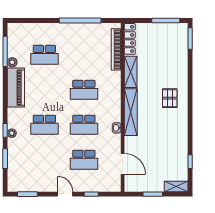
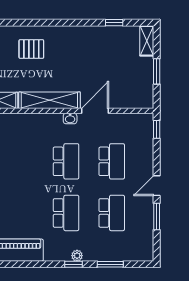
school desk: (84, 90) -> (112, 213), moved
door: (123, 164) -> (95, 111), moved
window: (27, 194) -> (157, 216), moved
window: (91, 194) -> (157, 129), moved

